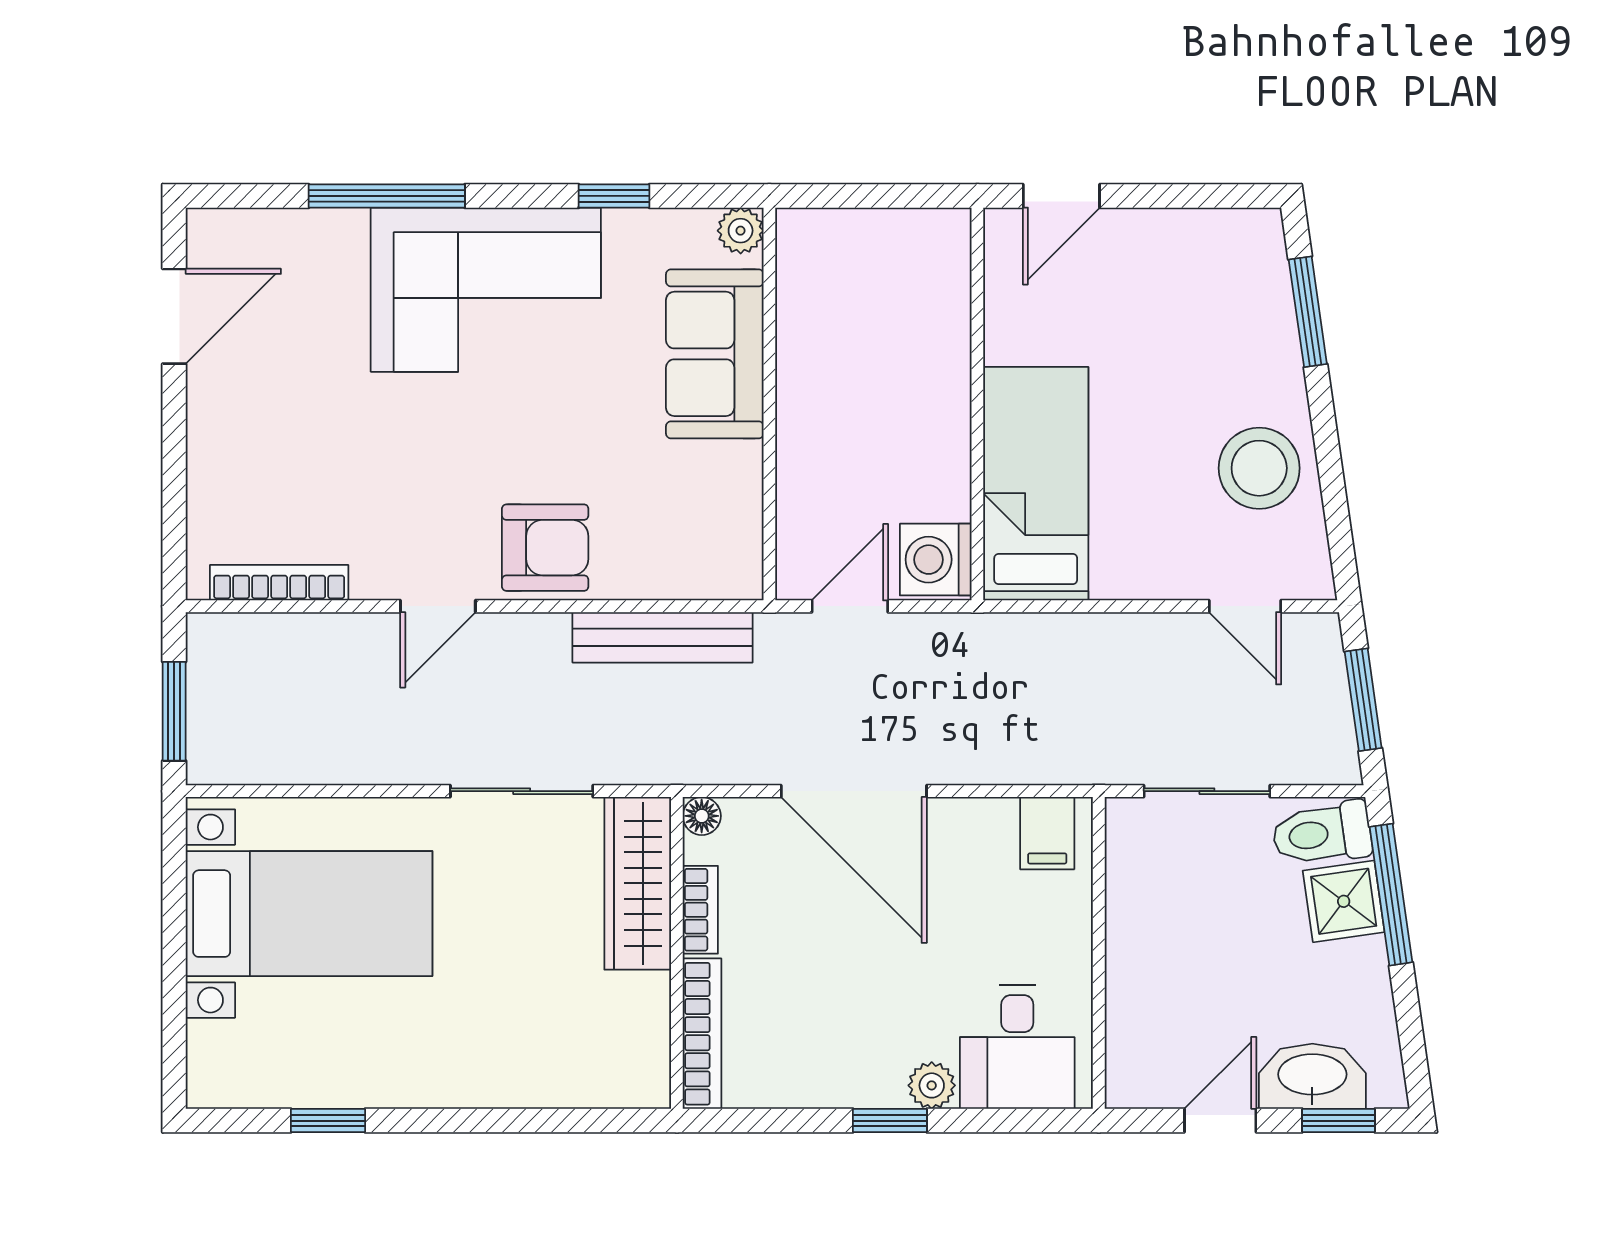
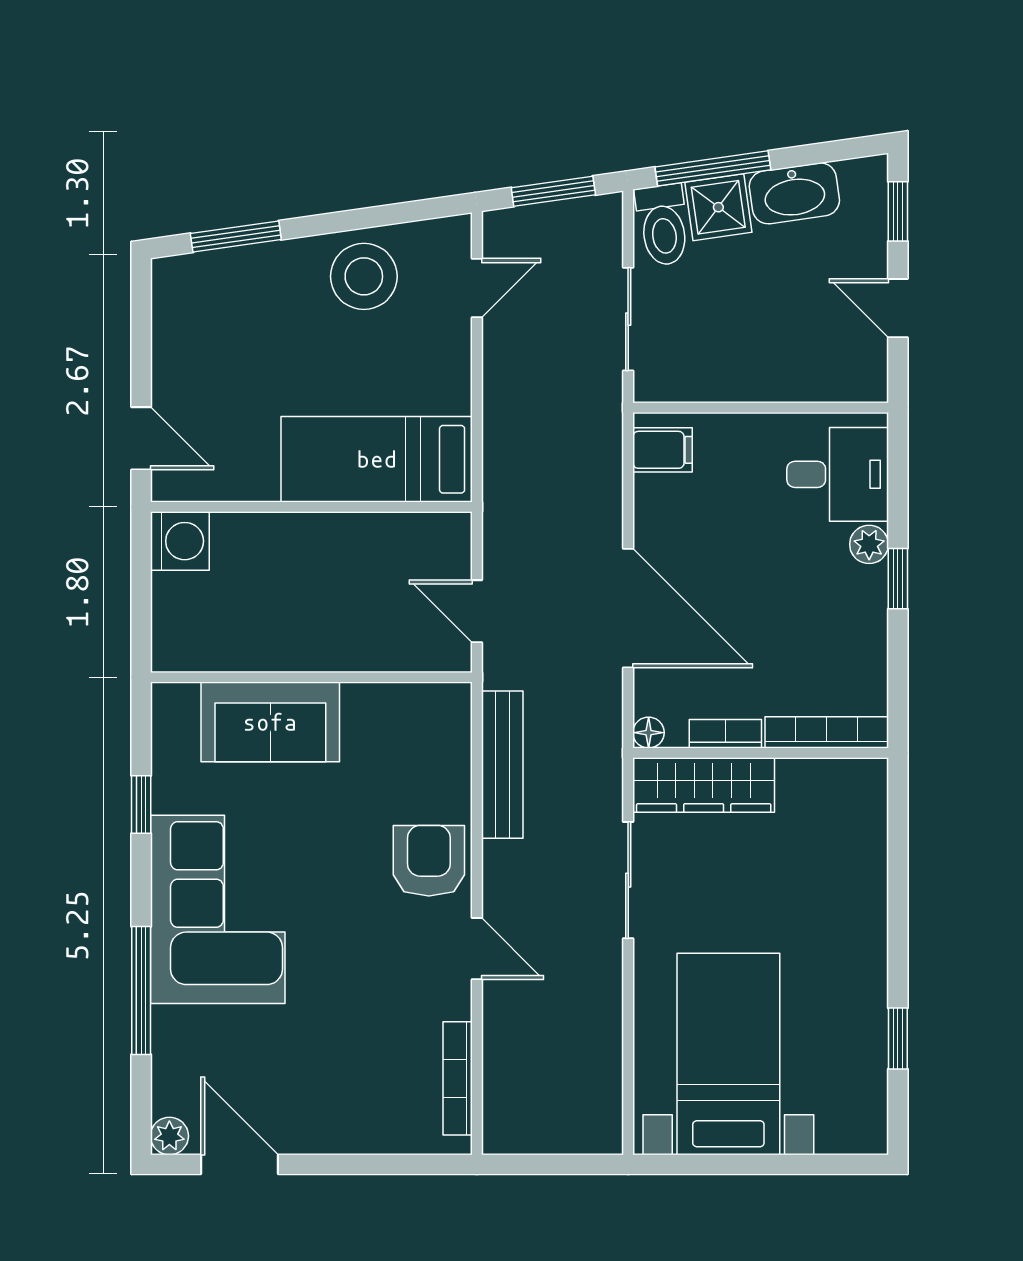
plant: (741, 231) -> (169, 1136), moved
washing machine: (936, 560) -> (180, 541), moved, turned -90
window: (174, 711) -> (563, 1164), removed
door: (854, 791) -> (628, 608), hinge flipped
washbasin: (1312, 1076) -> (794, 193), moved, turned -98

